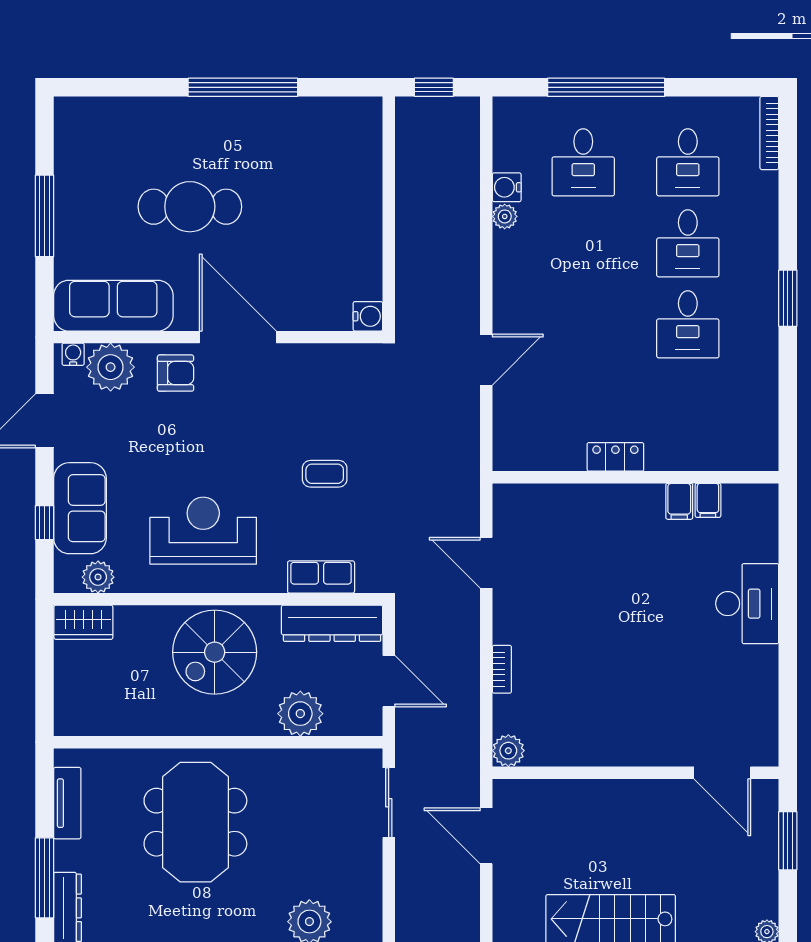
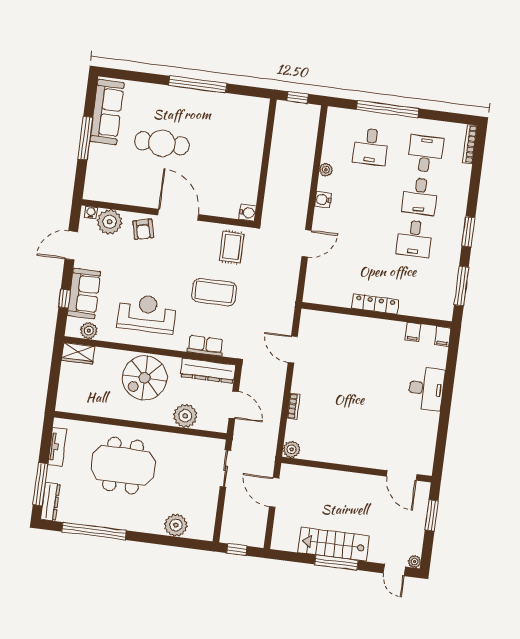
desk: (688, 162) -> (425, 154), turned 180
water cooler: (507, 187) -> (323, 200), moved
sofa: (113, 306) -> (107, 112), moved, turned 90
armchair: (176, 373) -> (143, 229), turned 76
rug: (346, 385) -> (232, 247), added
window: (788, 402) -> (461, 286), added
locker: (615, 457) -> (375, 304), width x1.53
coffee table: (325, 474) -> (214, 292), width x1.86, depth x1.72
filing cabinet: (679, 501) -> (443, 336), moved
meeting table: (195, 822) -> (123, 465), turned 90

